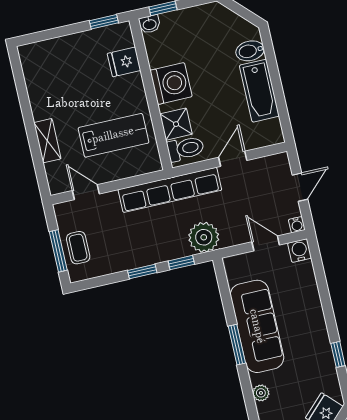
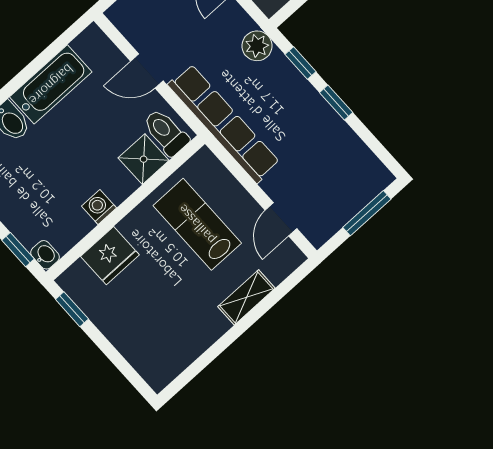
fridge: (124, 62) -> (110, 256), width x1.38
washing machine: (171, 83) -> (99, 207), width x0.53, depth x0.53
plant: (204, 237) -> (257, 46), width x0.73, depth x0.73
coffee table: (78, 248) -> (350, 192), removed

